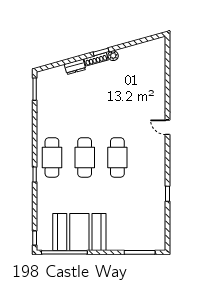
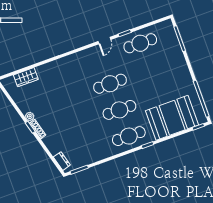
dresser: (75, 67) -> (62, 161), moved
wardrobe: (158, 67) -> (26, 77), added
door: (167, 127) -> (104, 40), moved
cafe table: (150, 207) -> (140, 43), added
booth: (79, 232) -> (172, 118), moved, turned 90

